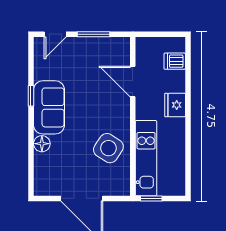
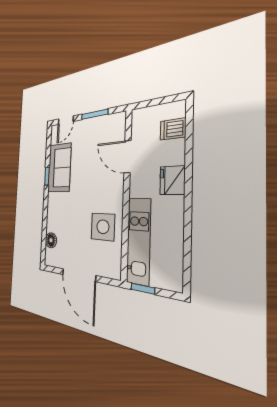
sofa: (49, 107) -> (59, 168), moved
floor lamp: (42, 144) -> (51, 240), moved
side table: (108, 148) -> (103, 227), turned -33

